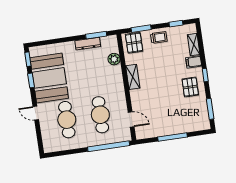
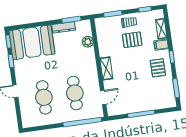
pallet: (134, 43) -> (132, 40), moved, turned 90
shelving: (133, 77) -> (106, 68), moved
booth: (49, 78) -> (32, 42), moved, turned 90
door: (131, 119) -> (103, 98), hinge flipped

